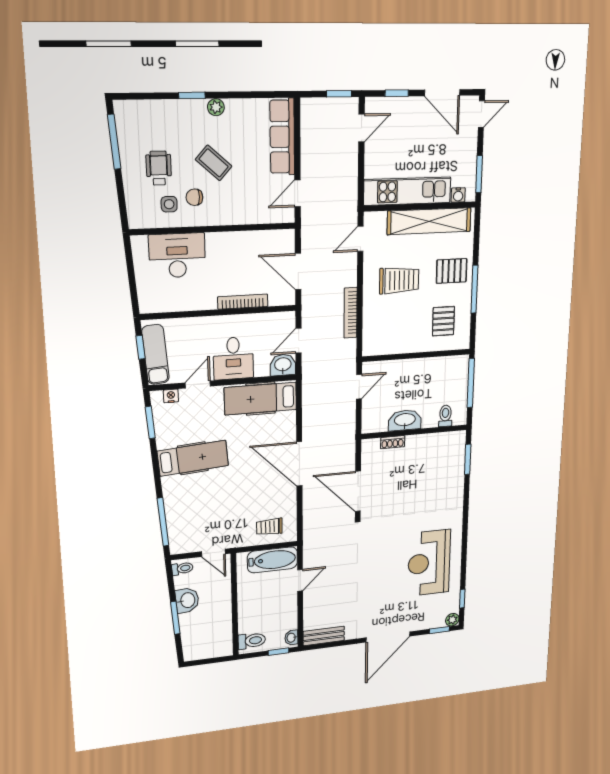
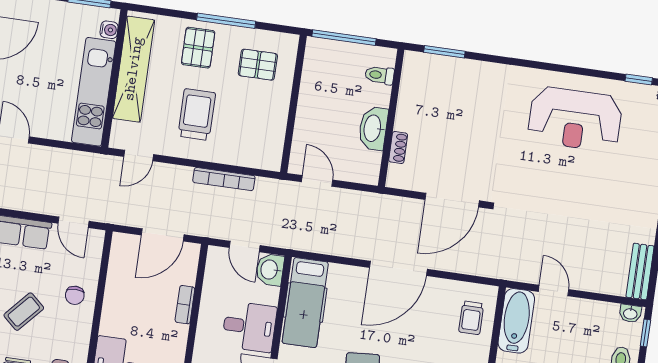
chair: (194, 197) -> (75, 295), moved
door: (360, 239) -> (139, 155), hinge flipped
bookcase: (243, 302) -> (185, 305), width x0.64

